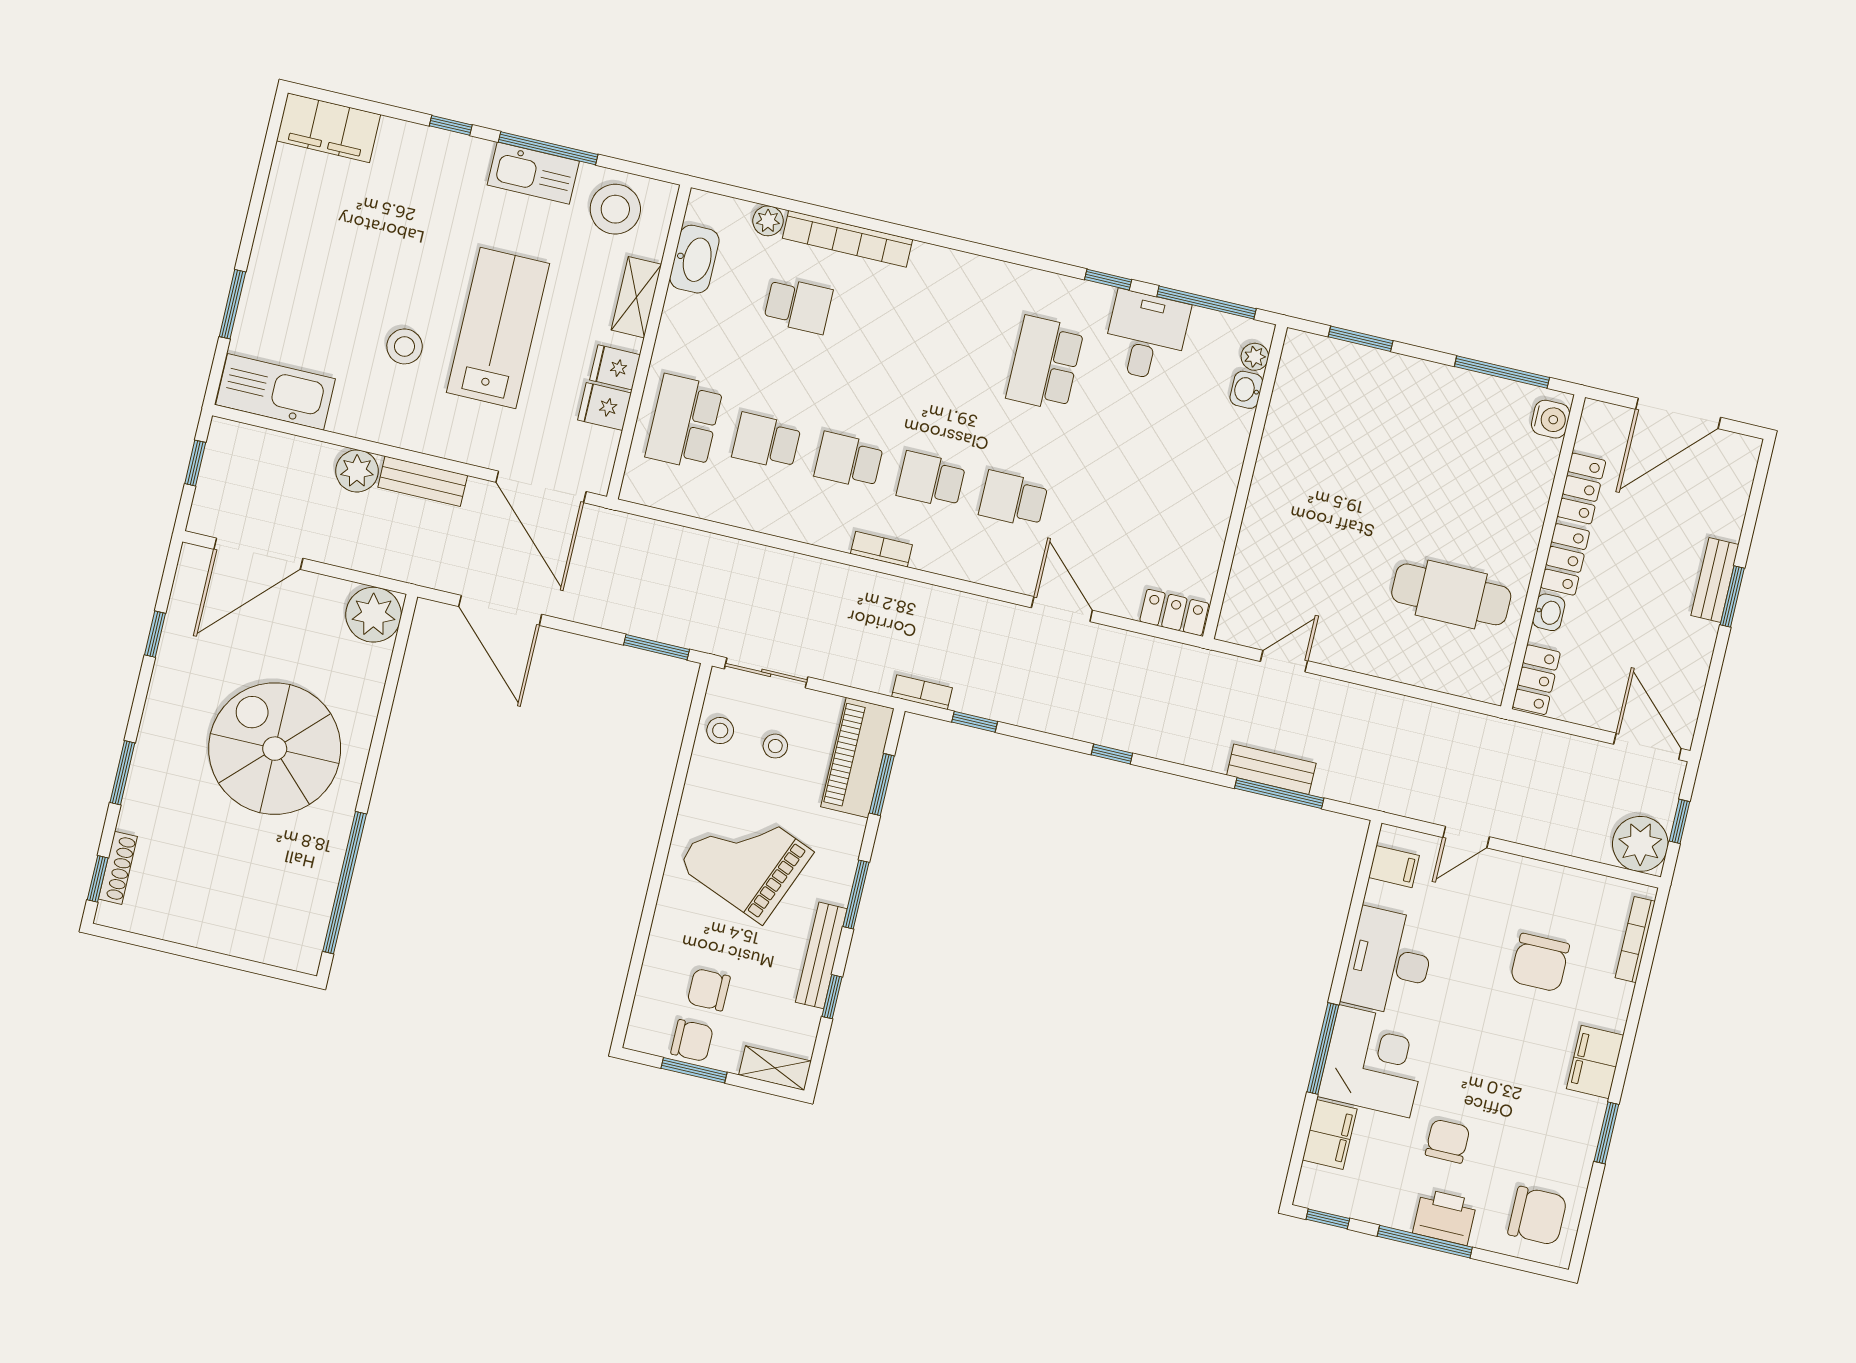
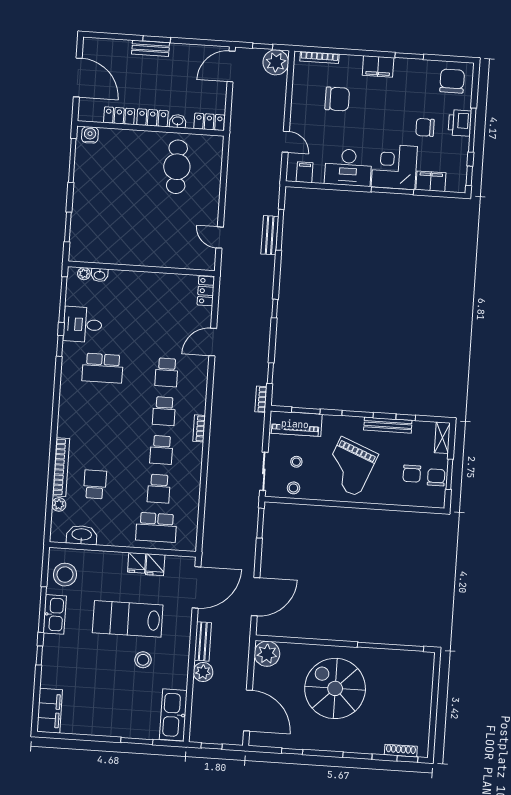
shelving: (636, 297) -> (103, 558), removed
spiral stairs: (275, 749) -> (335, 688), turned 90

